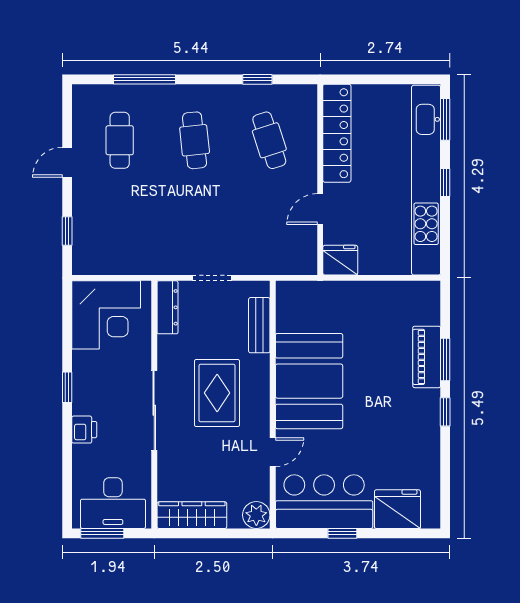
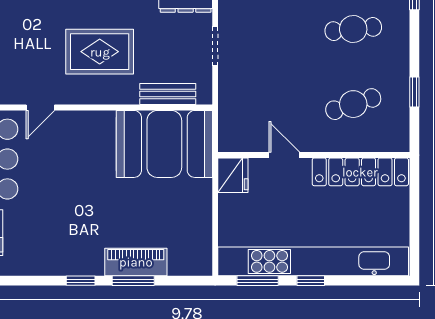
window: (445, 119) -> (258, 281), moved
booth: (309, 381) -> (164, 144), moved
door: (273, 452) -> (40, 107), hinge flipped

